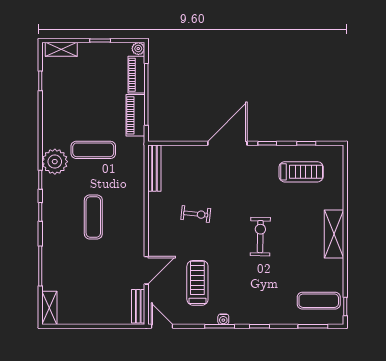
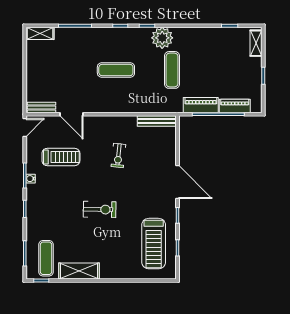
plant: (138, 49) -> (257, 108), removed
treadmill: (301, 172) -> (154, 244), width x1.37, depth x1.38
shelving: (334, 234) -> (79, 271), moved

